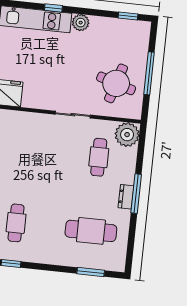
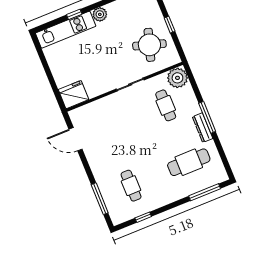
window: (149, 73) -> (170, 25), width x0.46
dresser: (126, 197) -> (203, 128), width x1.44
window: (91, 272) -> (205, 192), width x1.44

